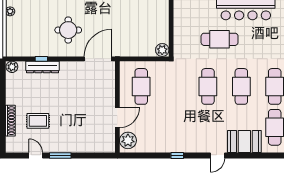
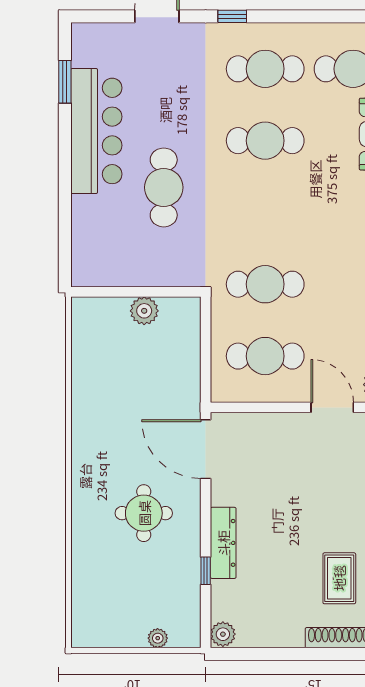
plant: (10, 11) -> (158, 638), moved
plant: (162, 50) -> (144, 311), moved
dresser: (43, 67) -> (223, 543), moved
cafe table: (208, 86) -> (265, 284), moved

